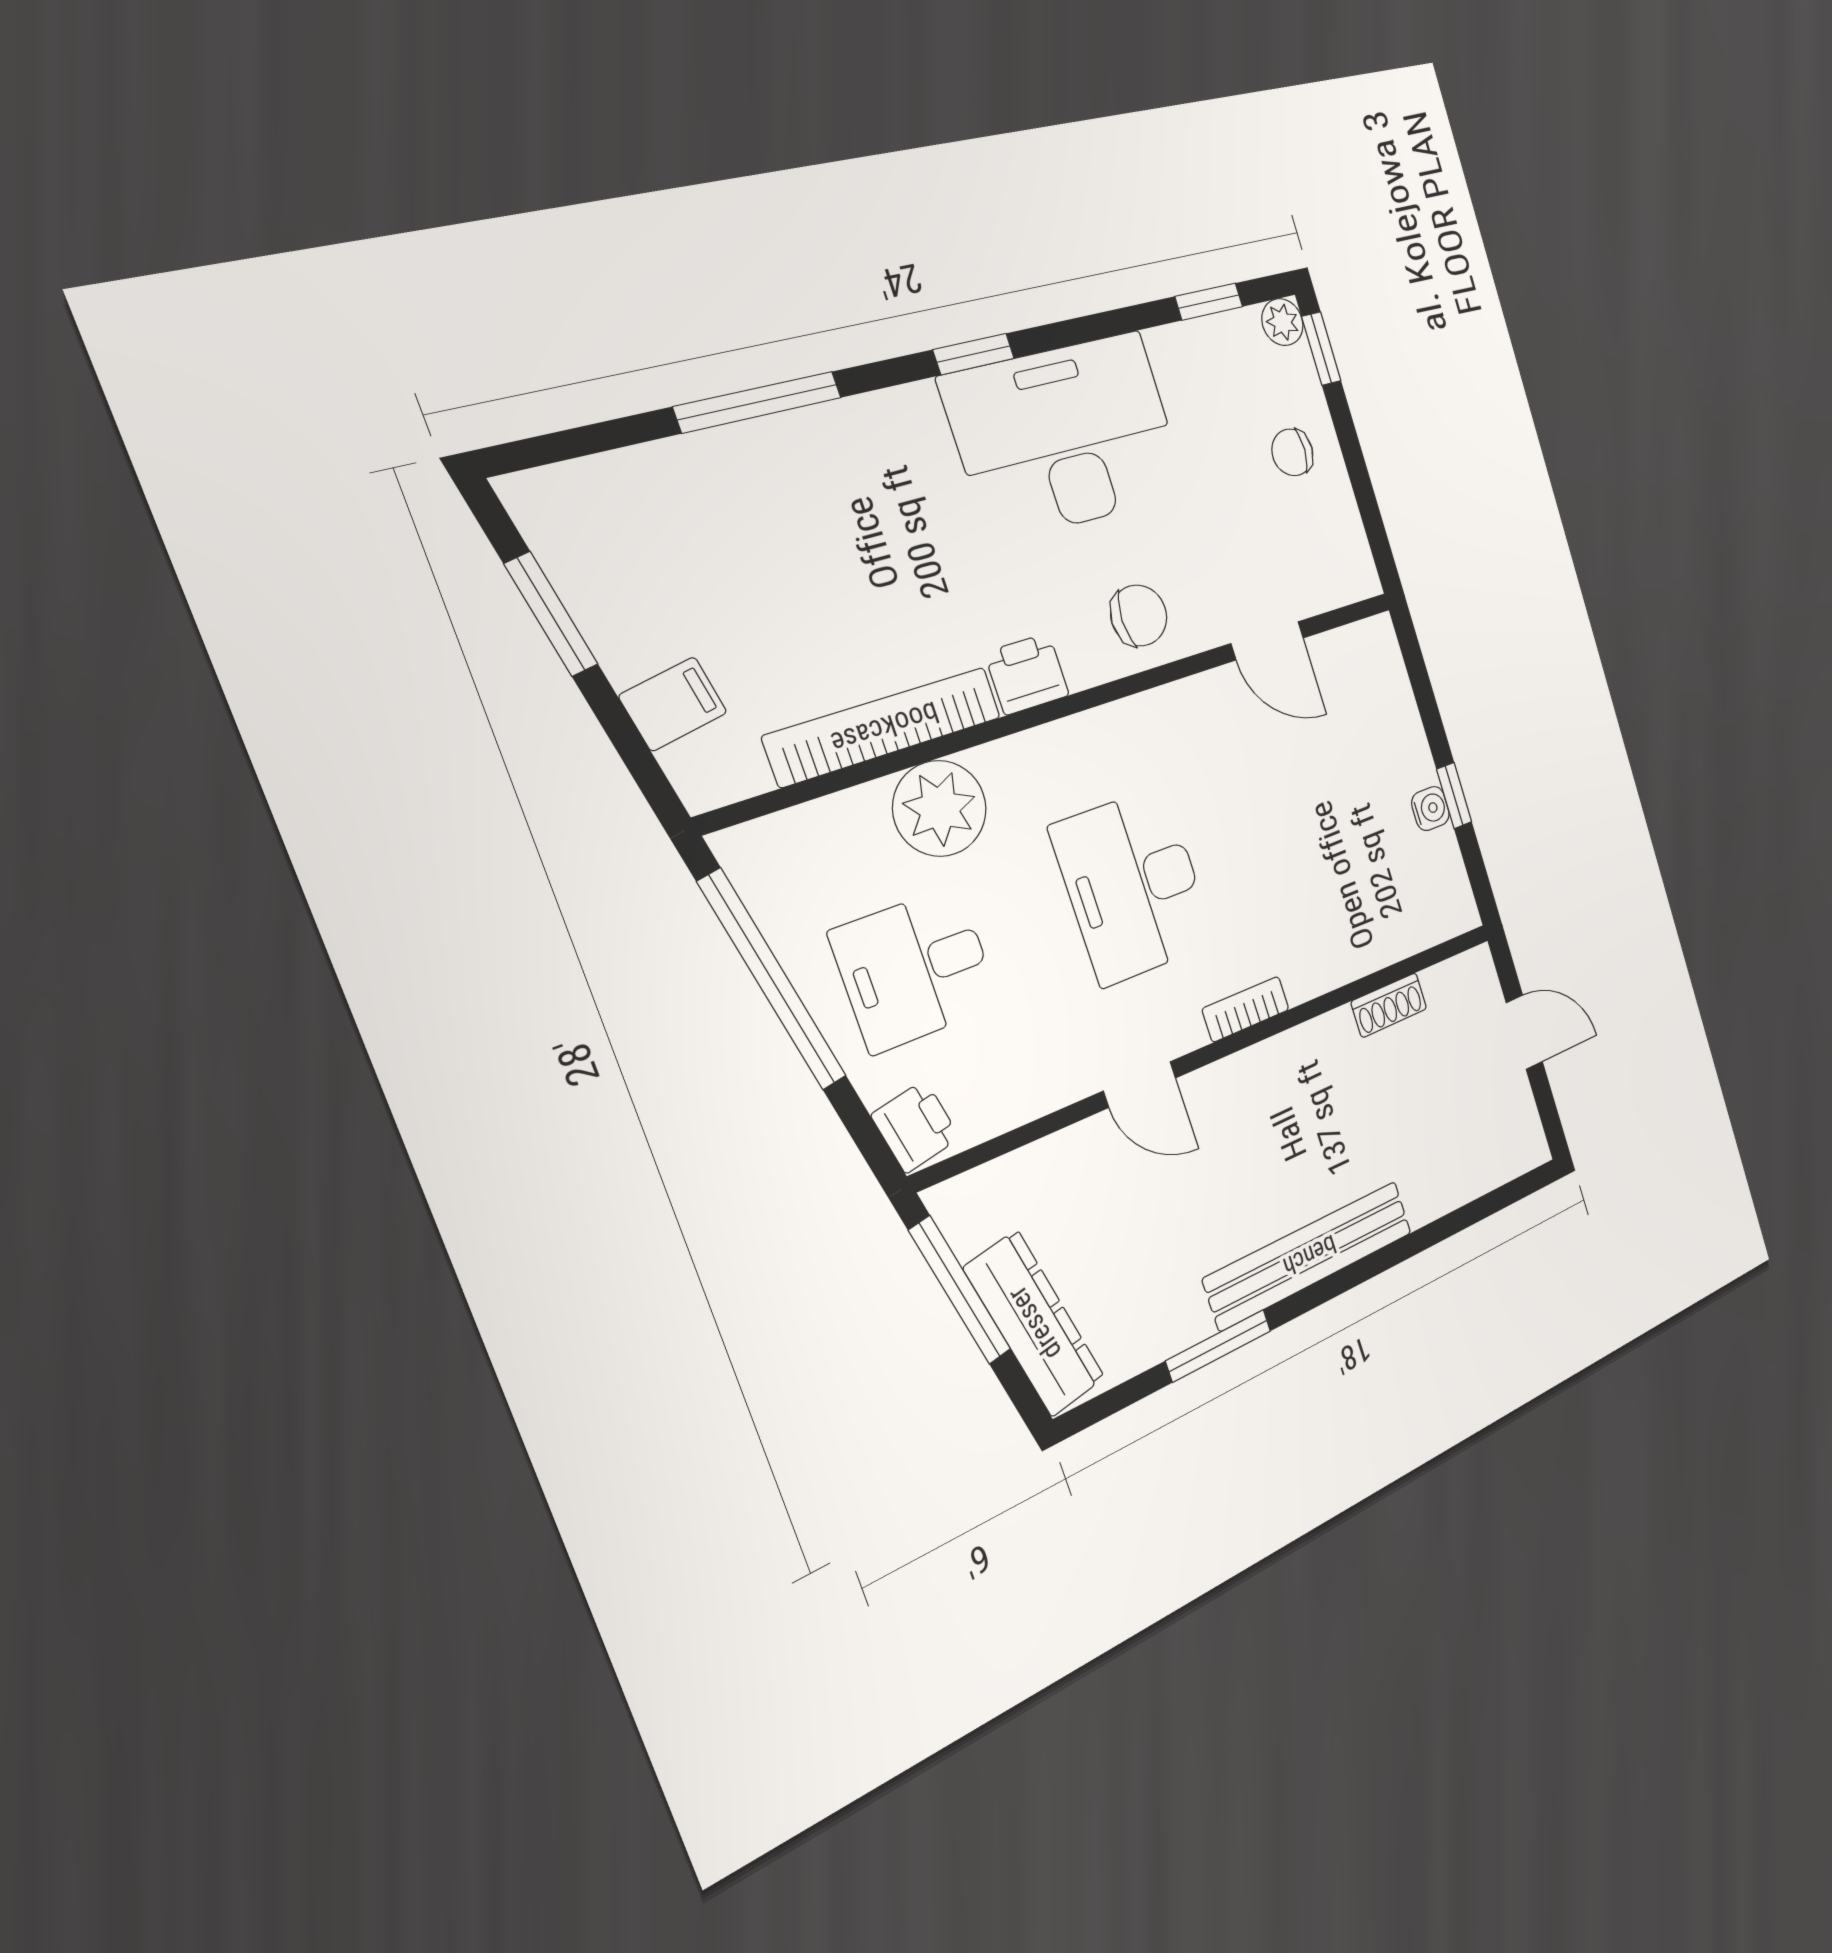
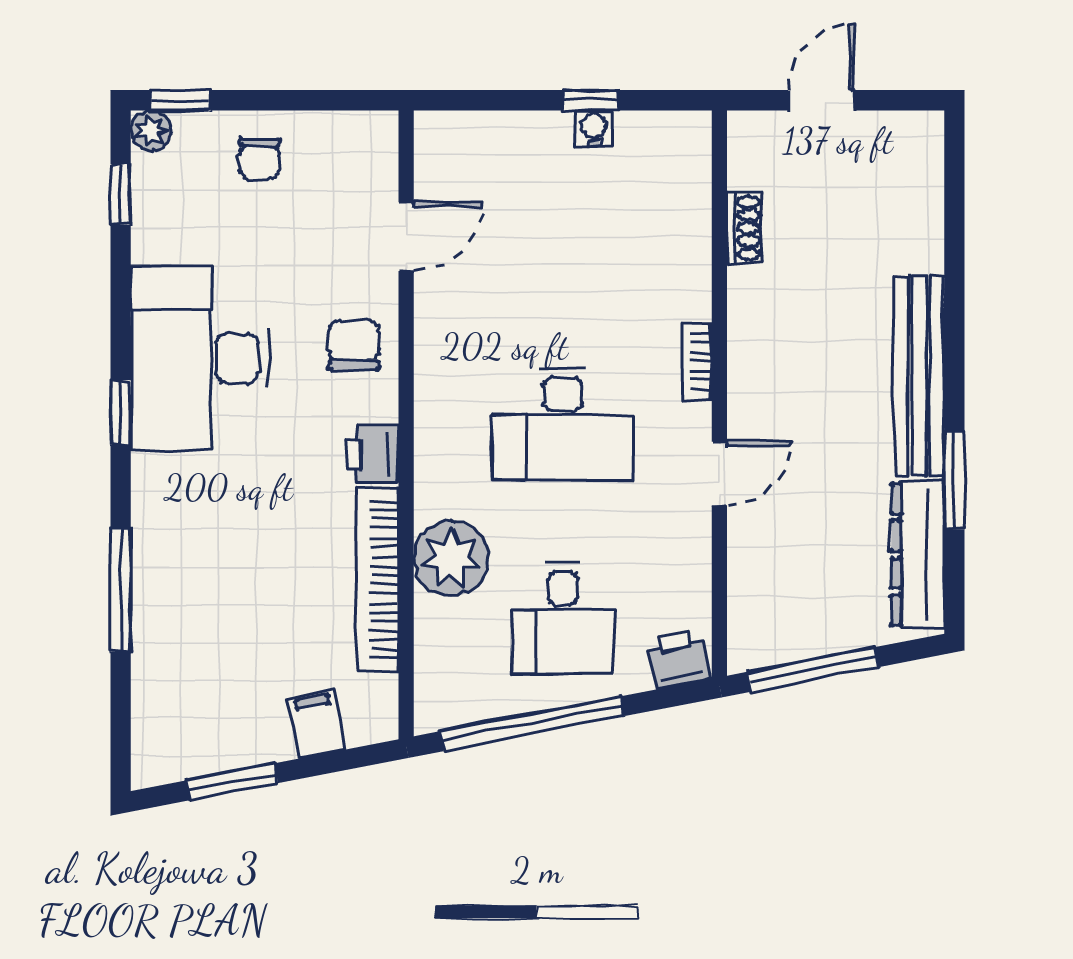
dresser: (1035, 1323) -> (918, 555), moved, turned -79

